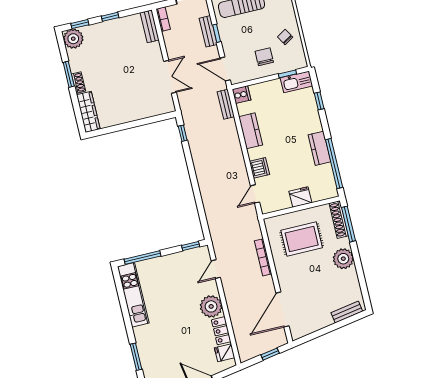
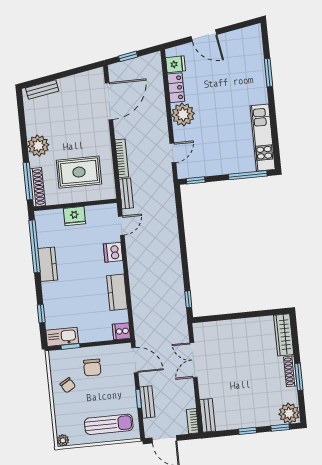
shoe rack: (79, 83) -> (290, 371), width x1.43
bench: (226, 104) -> (126, 194), moved

